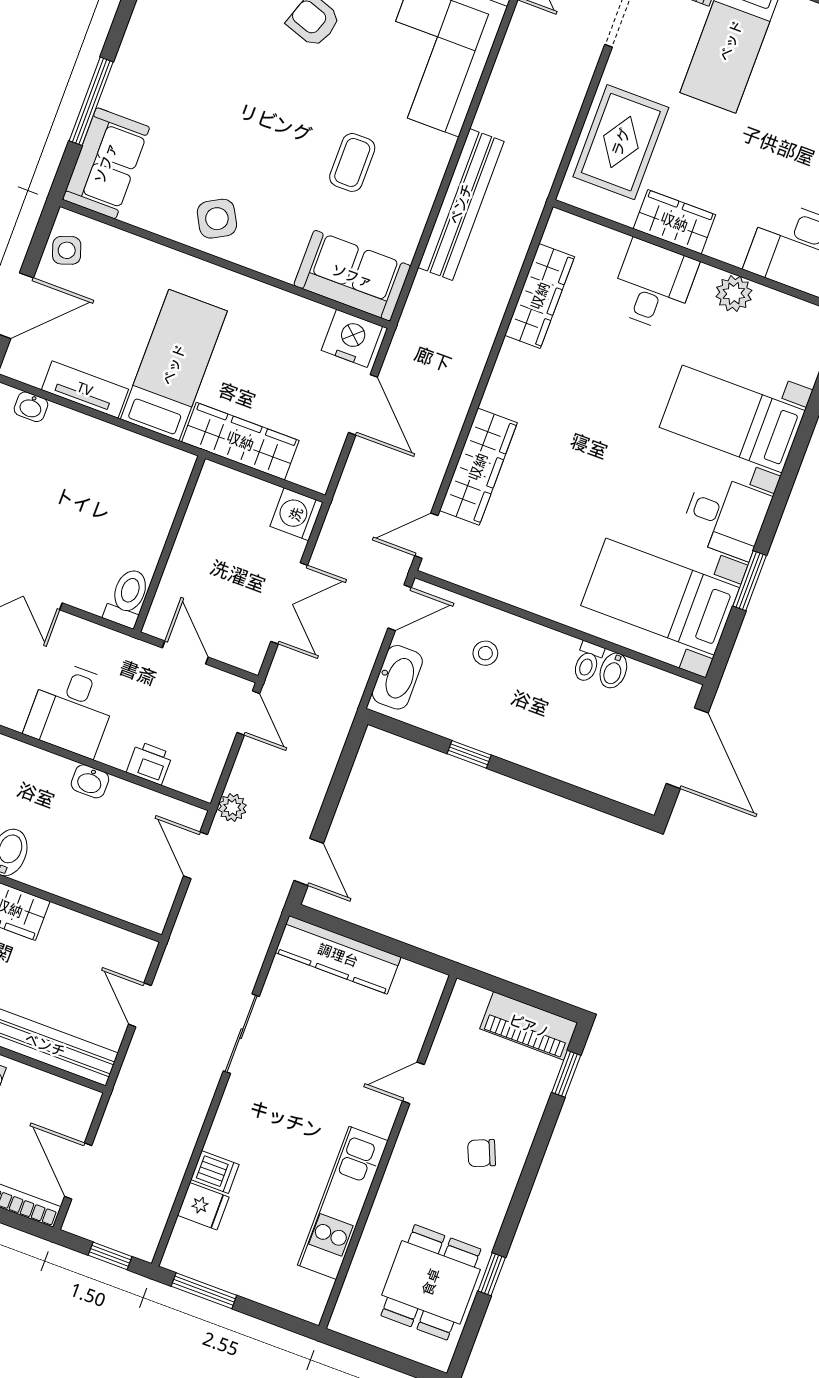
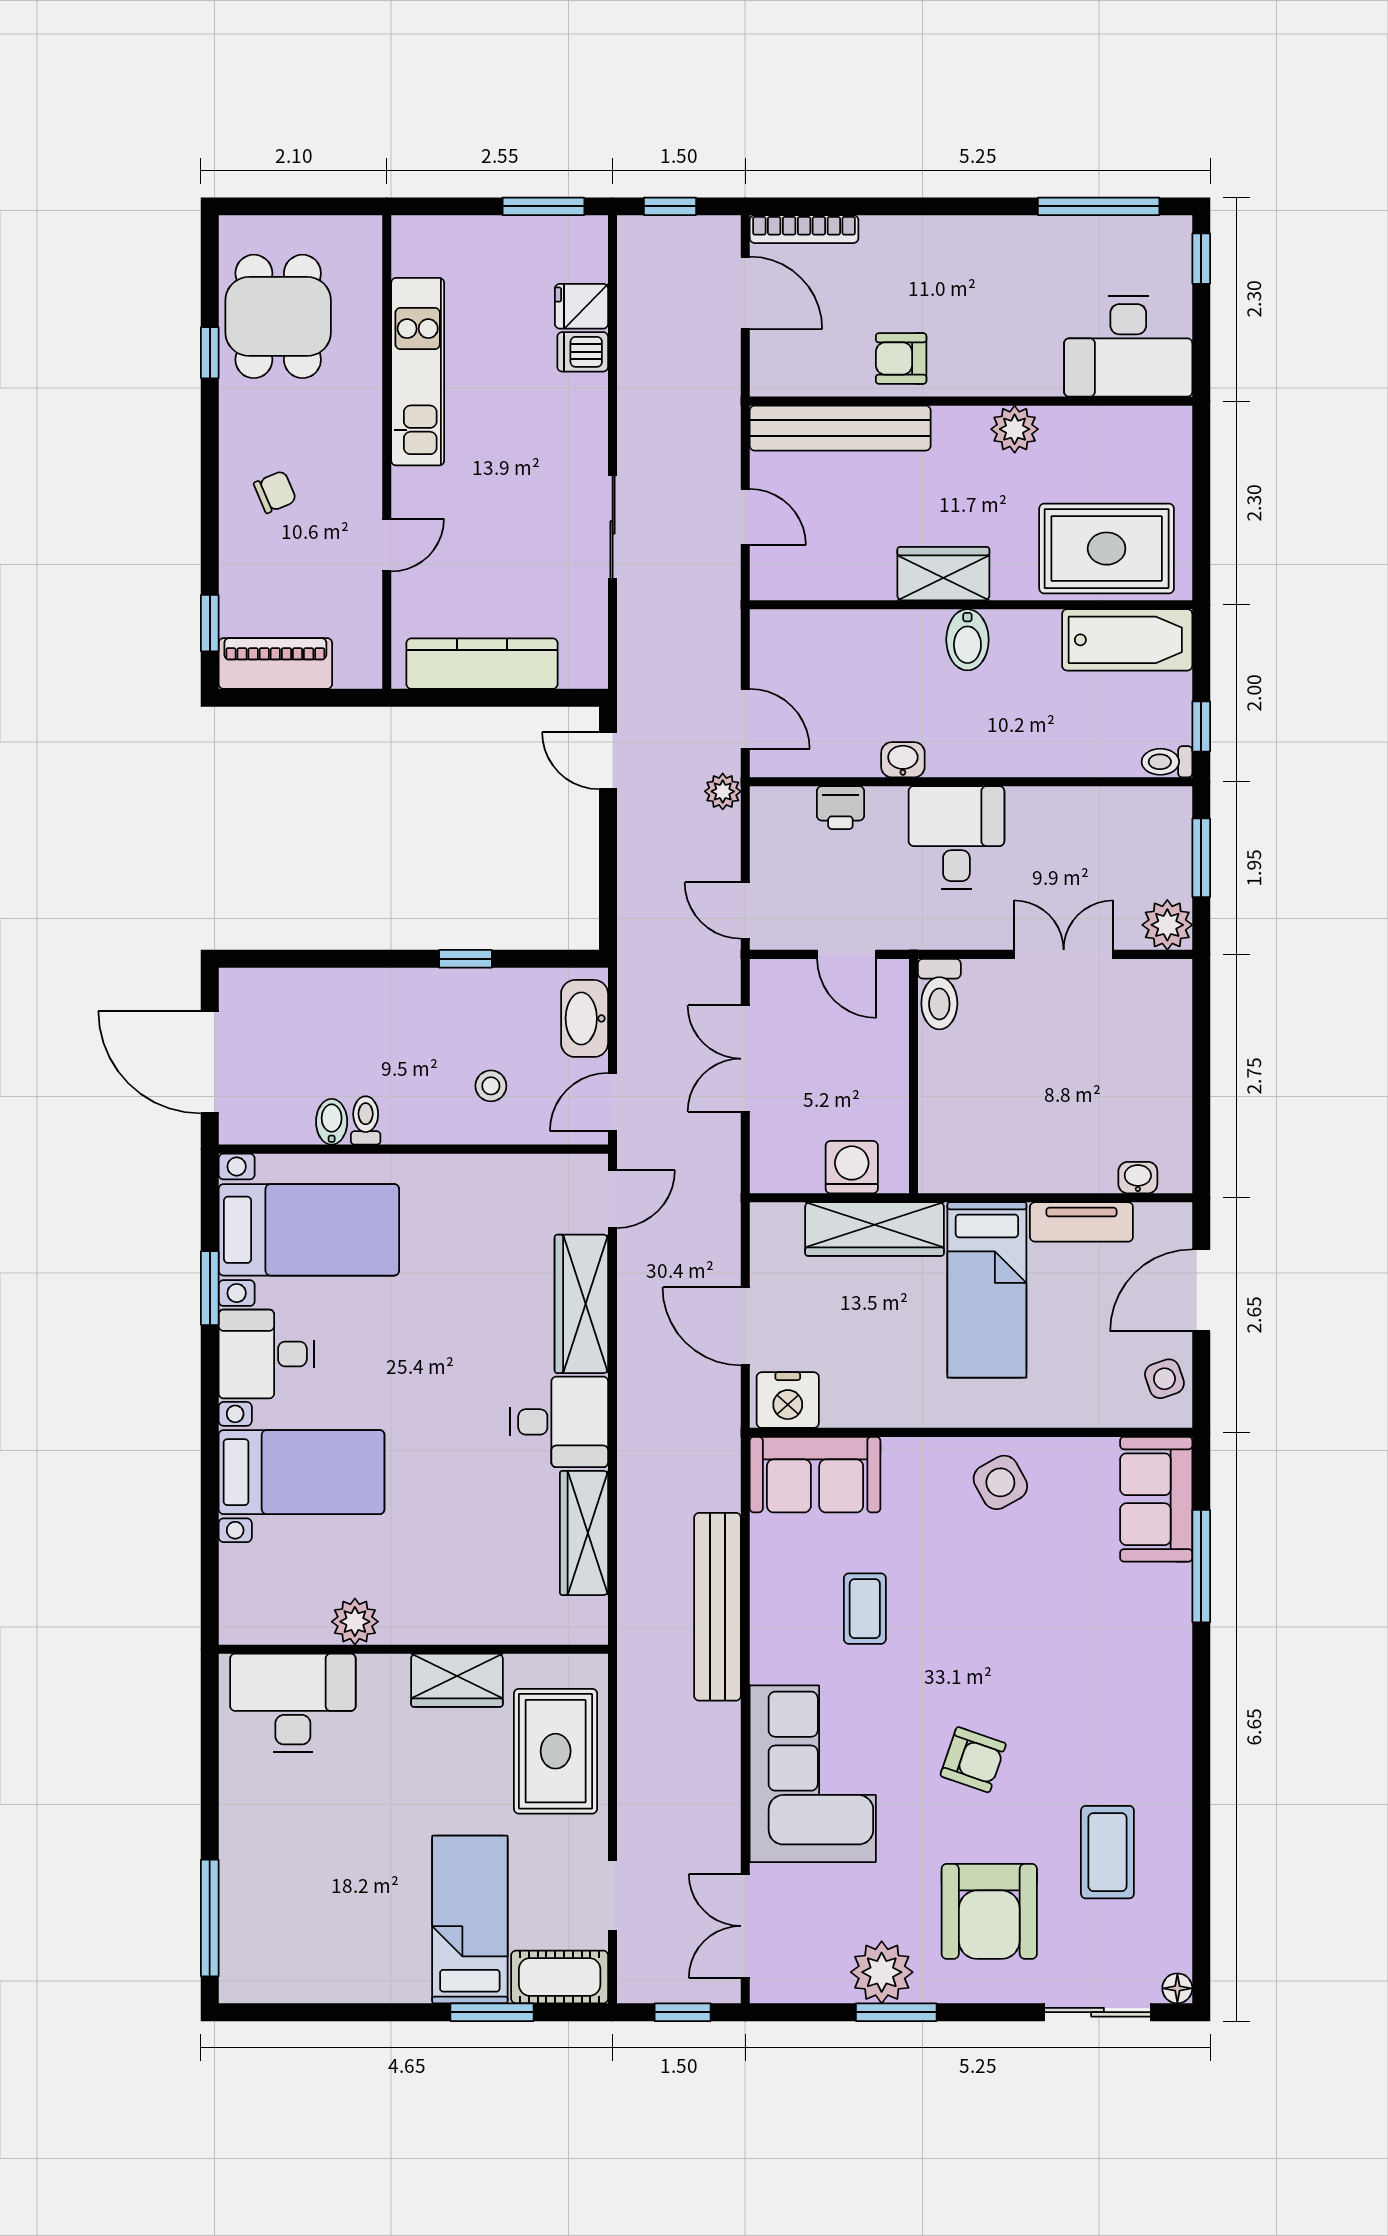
desk: (653, 285) -> (559, 1422), moved, turned -90
washing machine: (296, 514) -> (852, 1167), moved, turned -90
kitchen counter: (338, 955) -> (482, 664), moved

